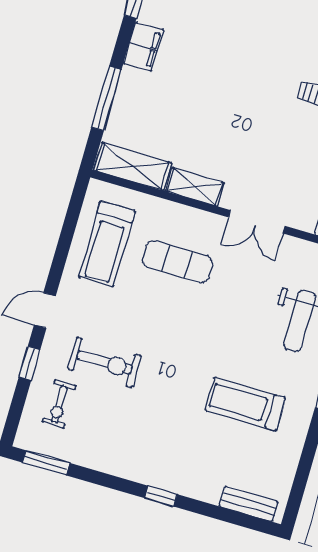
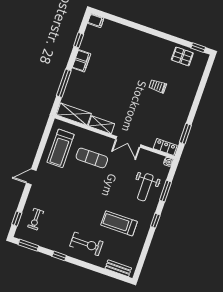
exercise bike: (105, 362) -> (86, 244), moved
window: (30, 363) -> (17, 219), moved
window: (161, 496) -> (59, 256), moved

